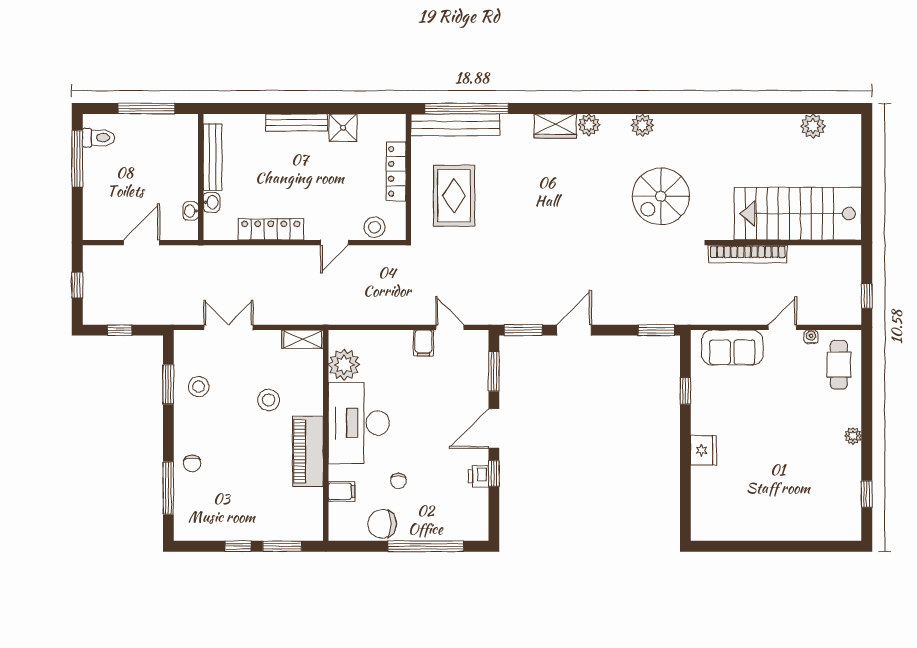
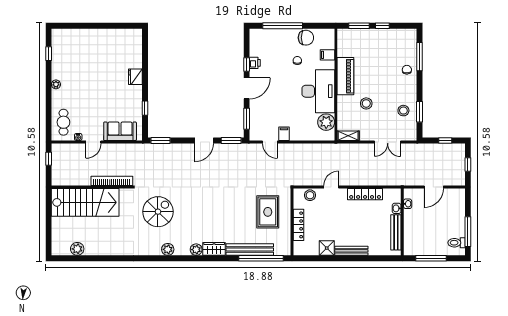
bench: (455, 125) -> (250, 250), moved

